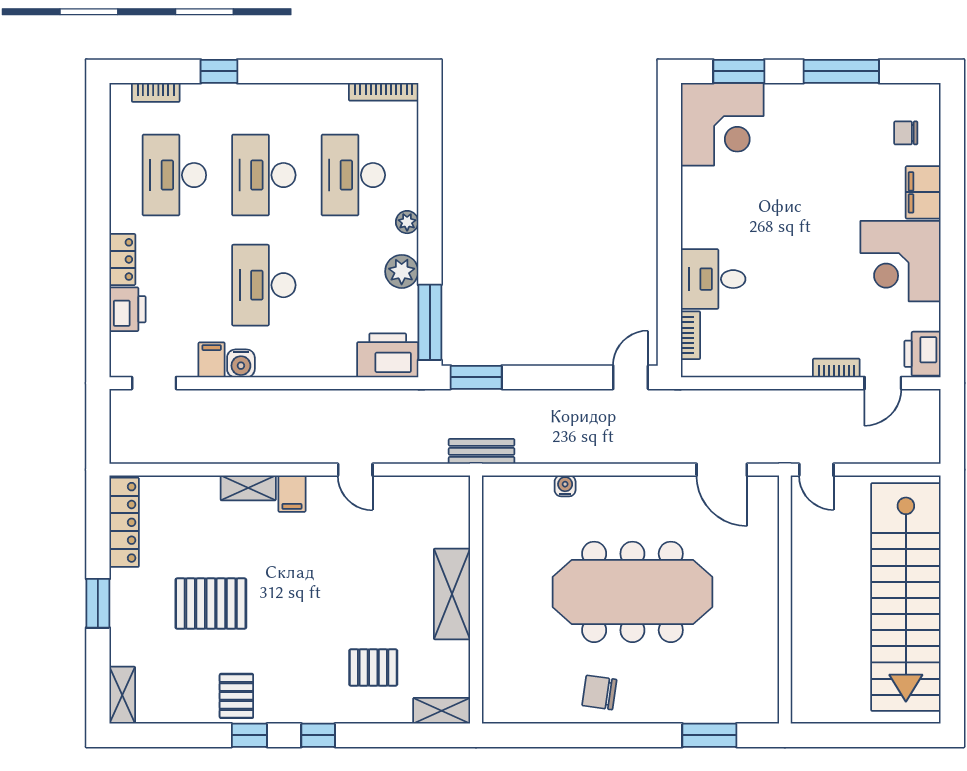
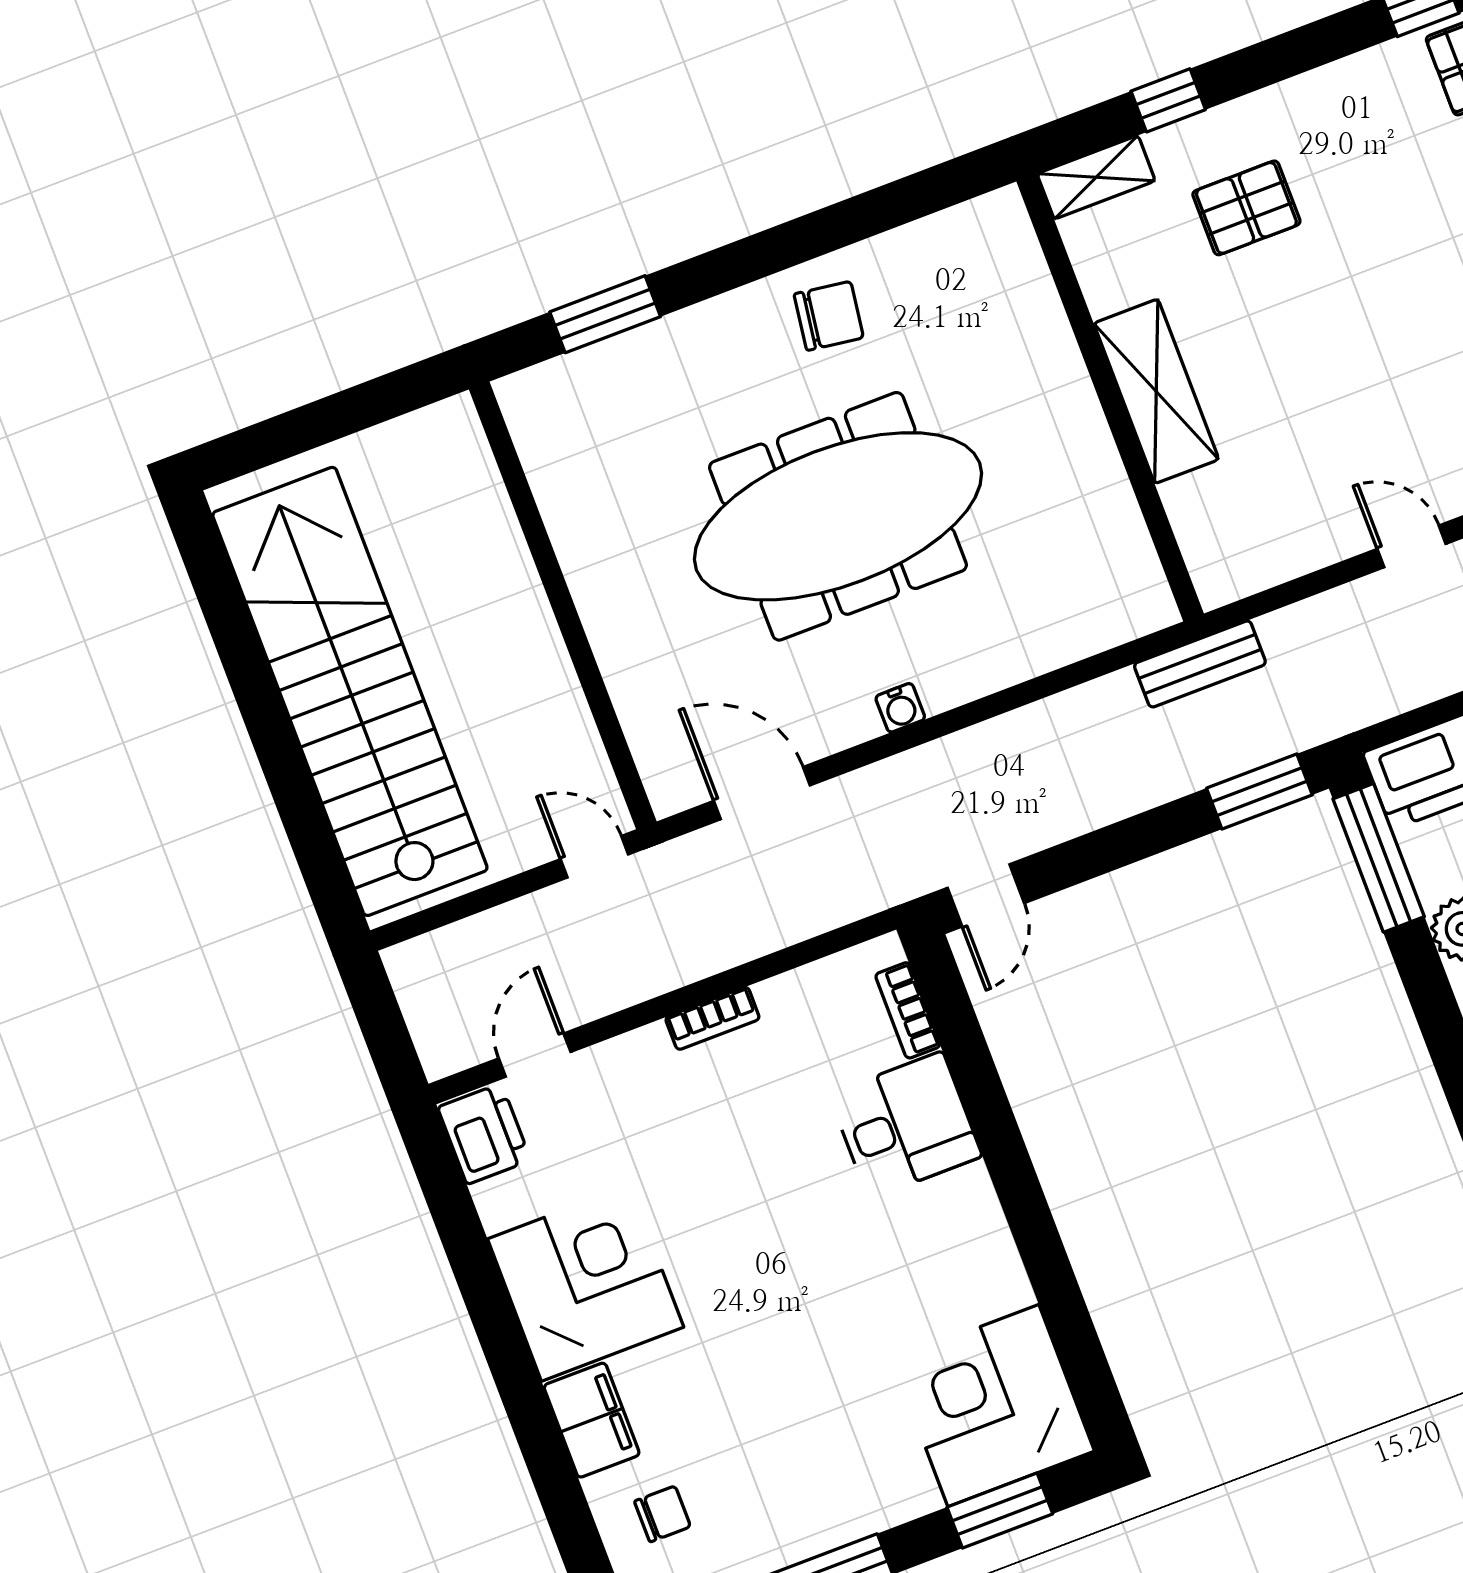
bookcase: (836, 368) -> (712, 1018), moved
water cooler: (565, 486) -> (900, 708), moved
window: (318, 735) -> (1168, 100), moved

